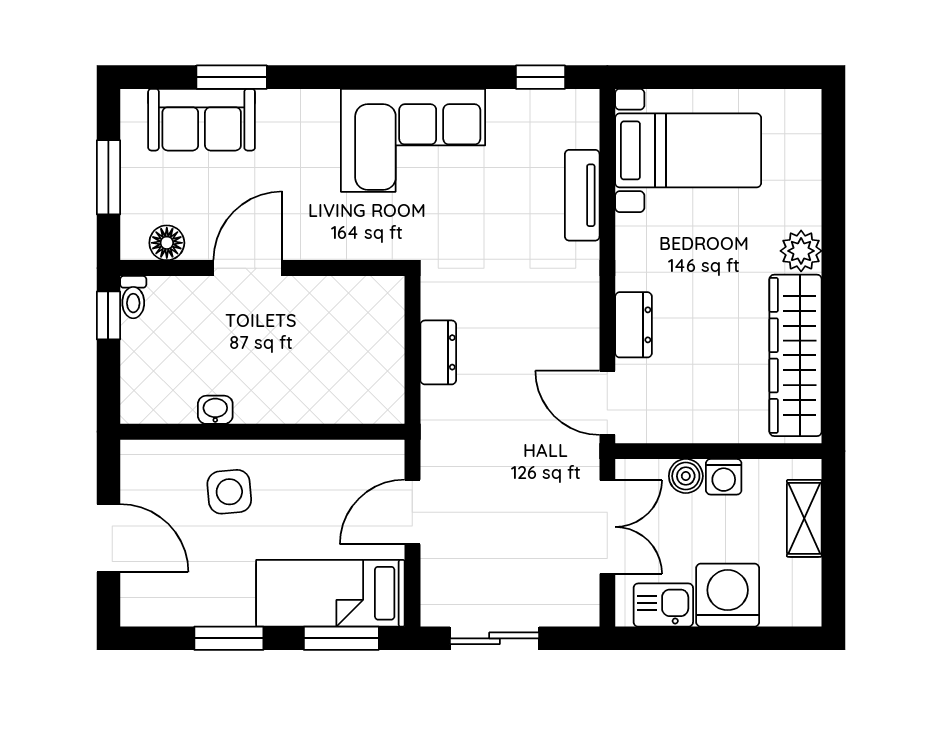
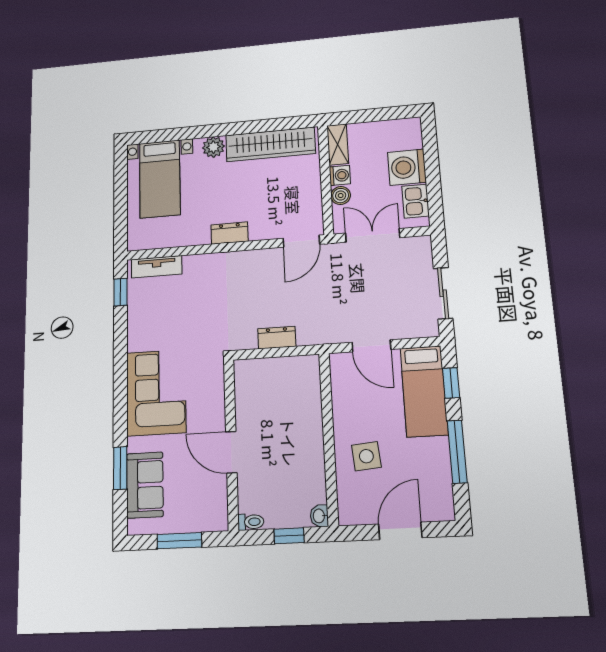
corner sofa: (413, 140) -> (156, 392), moved
bed with nightstands: (688, 150) -> (160, 179), moved, turned 180
tv unit: (582, 195) -> (157, 267), moved
floor lamp: (167, 243) -> (218, 503), removed
window: (108, 315) -> (289, 536), moved
dresser: (633, 325) -> (230, 233), moved
washbasin: (215, 410) -> (319, 516), moved
shelving: (804, 518) -> (338, 144), moved, turned 90
window: (229, 638) -> (457, 452), width x1.44
window: (341, 638) -> (451, 383), width x0.67

